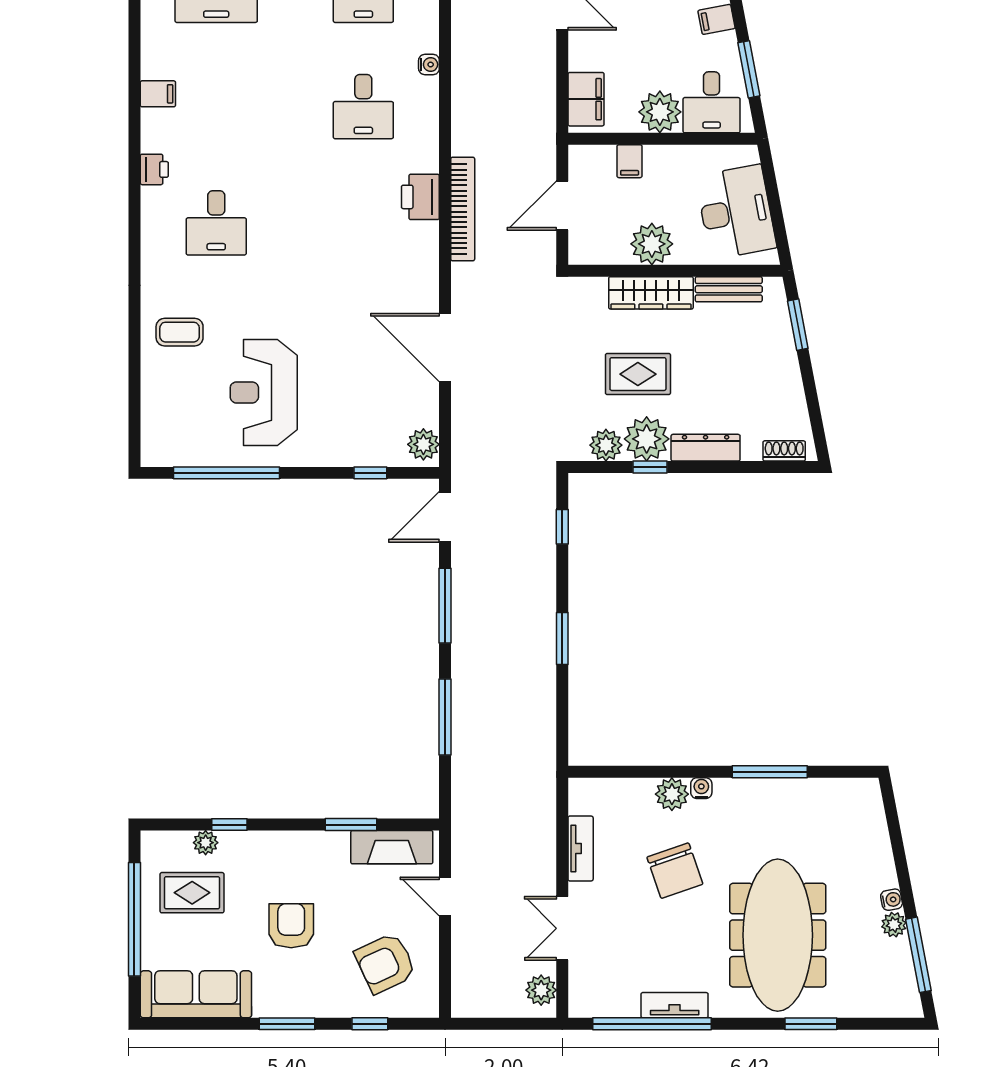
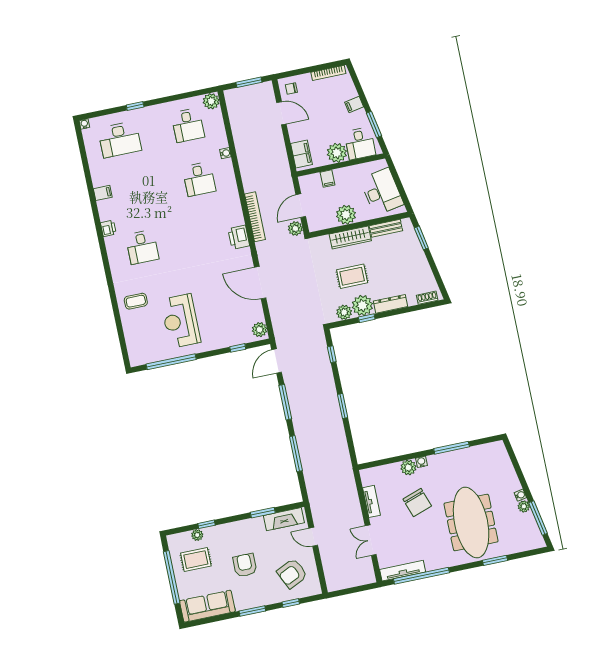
printer: (420, 197) -> (239, 237), moved
plant: (541, 990) -> (295, 228), moved
tv unit: (675, 1005) -> (403, 571), moved, width x1.41

